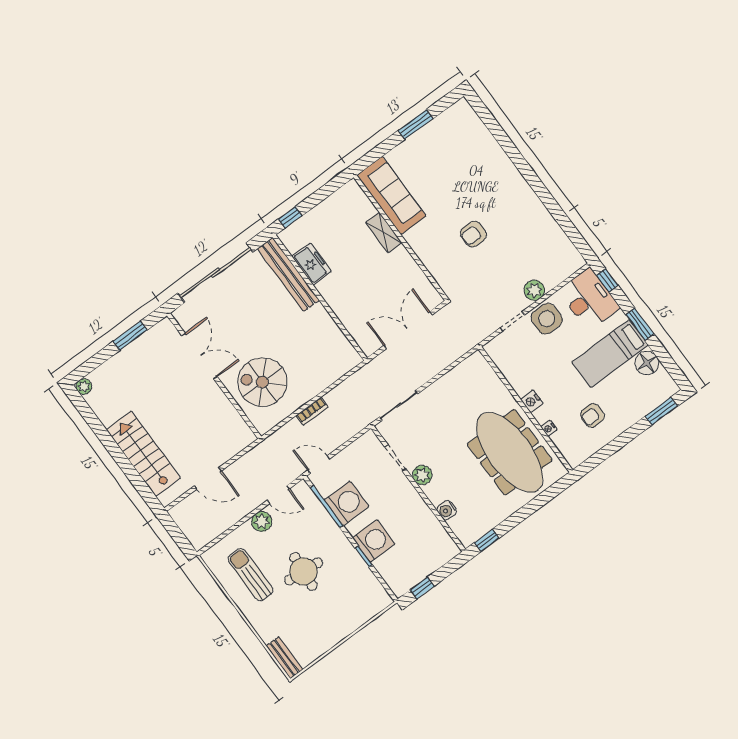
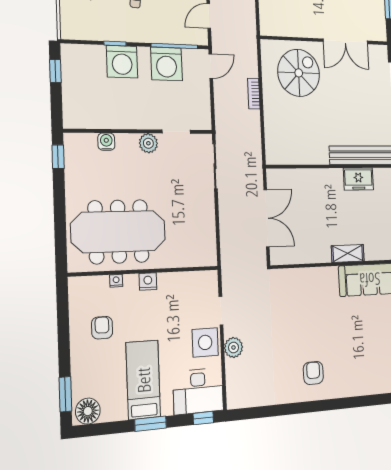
armchair: (473, 234) -> (313, 373), moved
floor lamp: (647, 363) -> (88, 411), moved

